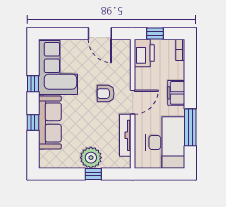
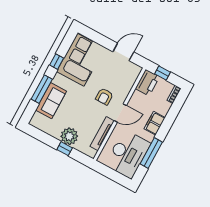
door: (100, 34) -> (123, 52), swing flipped
armchair: (106, 94) -> (104, 97), turned -90
sofa: (50, 122) -> (51, 101), width x0.73
window: (33, 123) -> (42, 89), width x2.17

